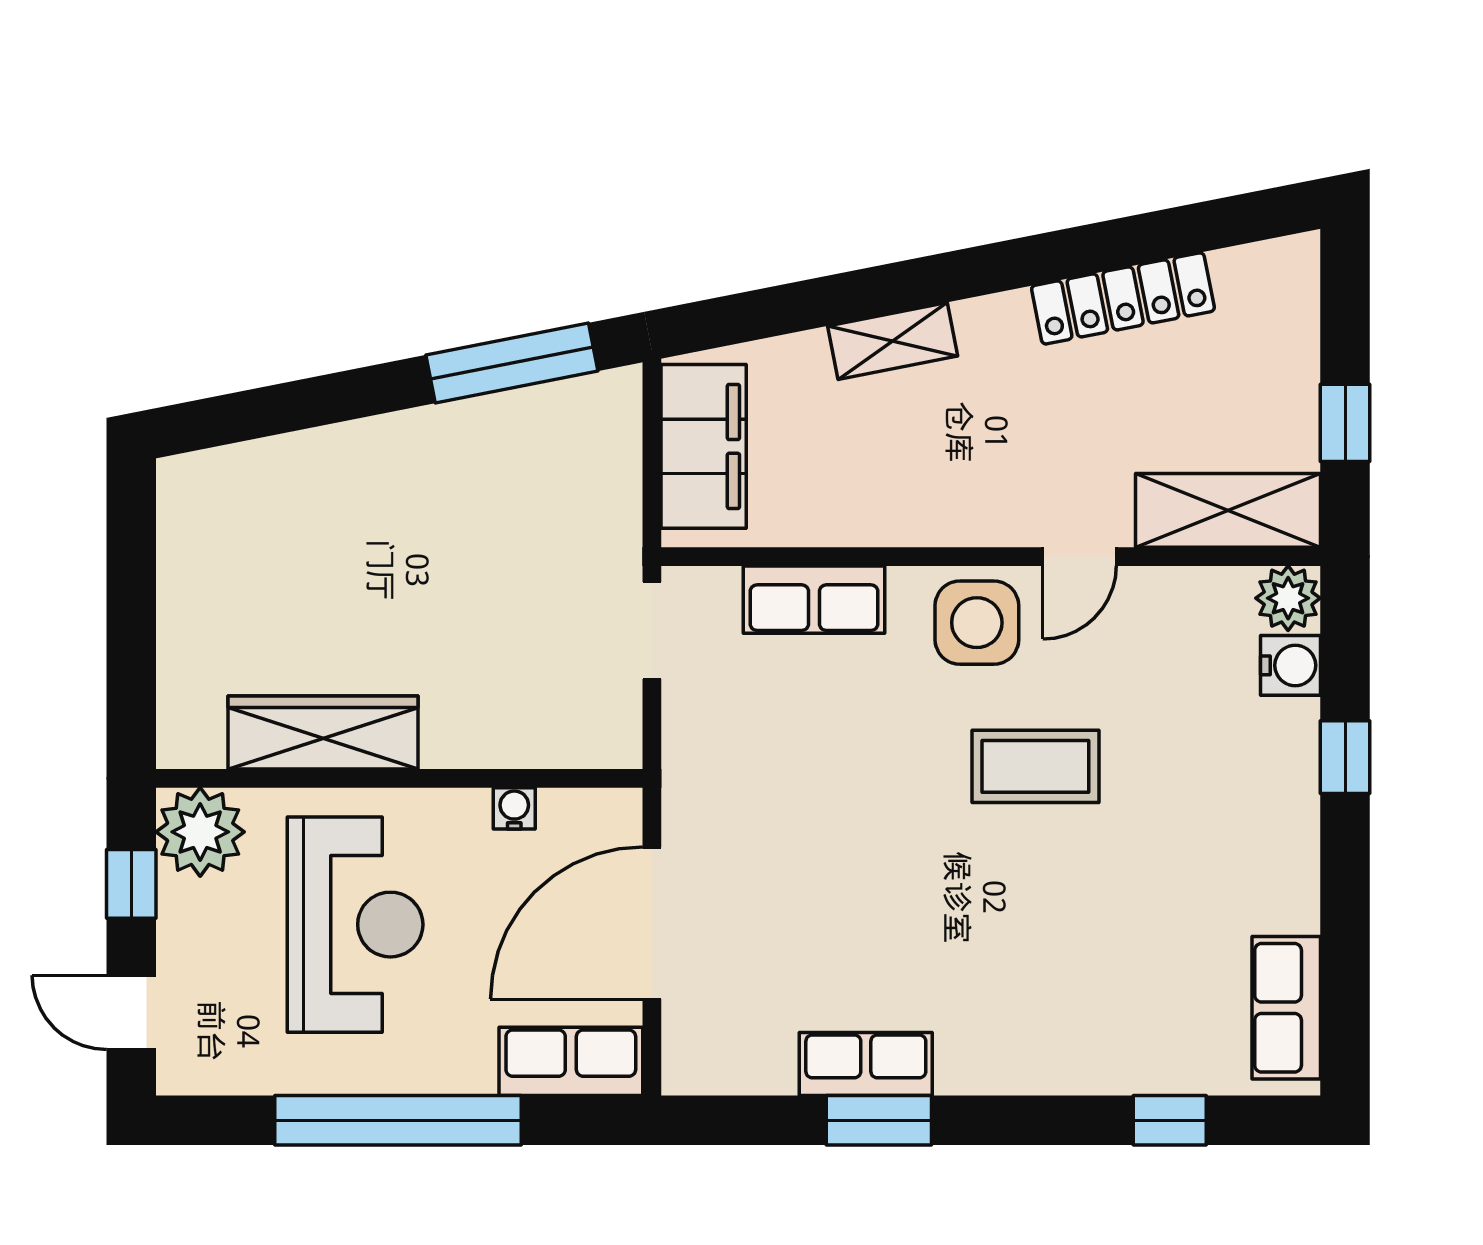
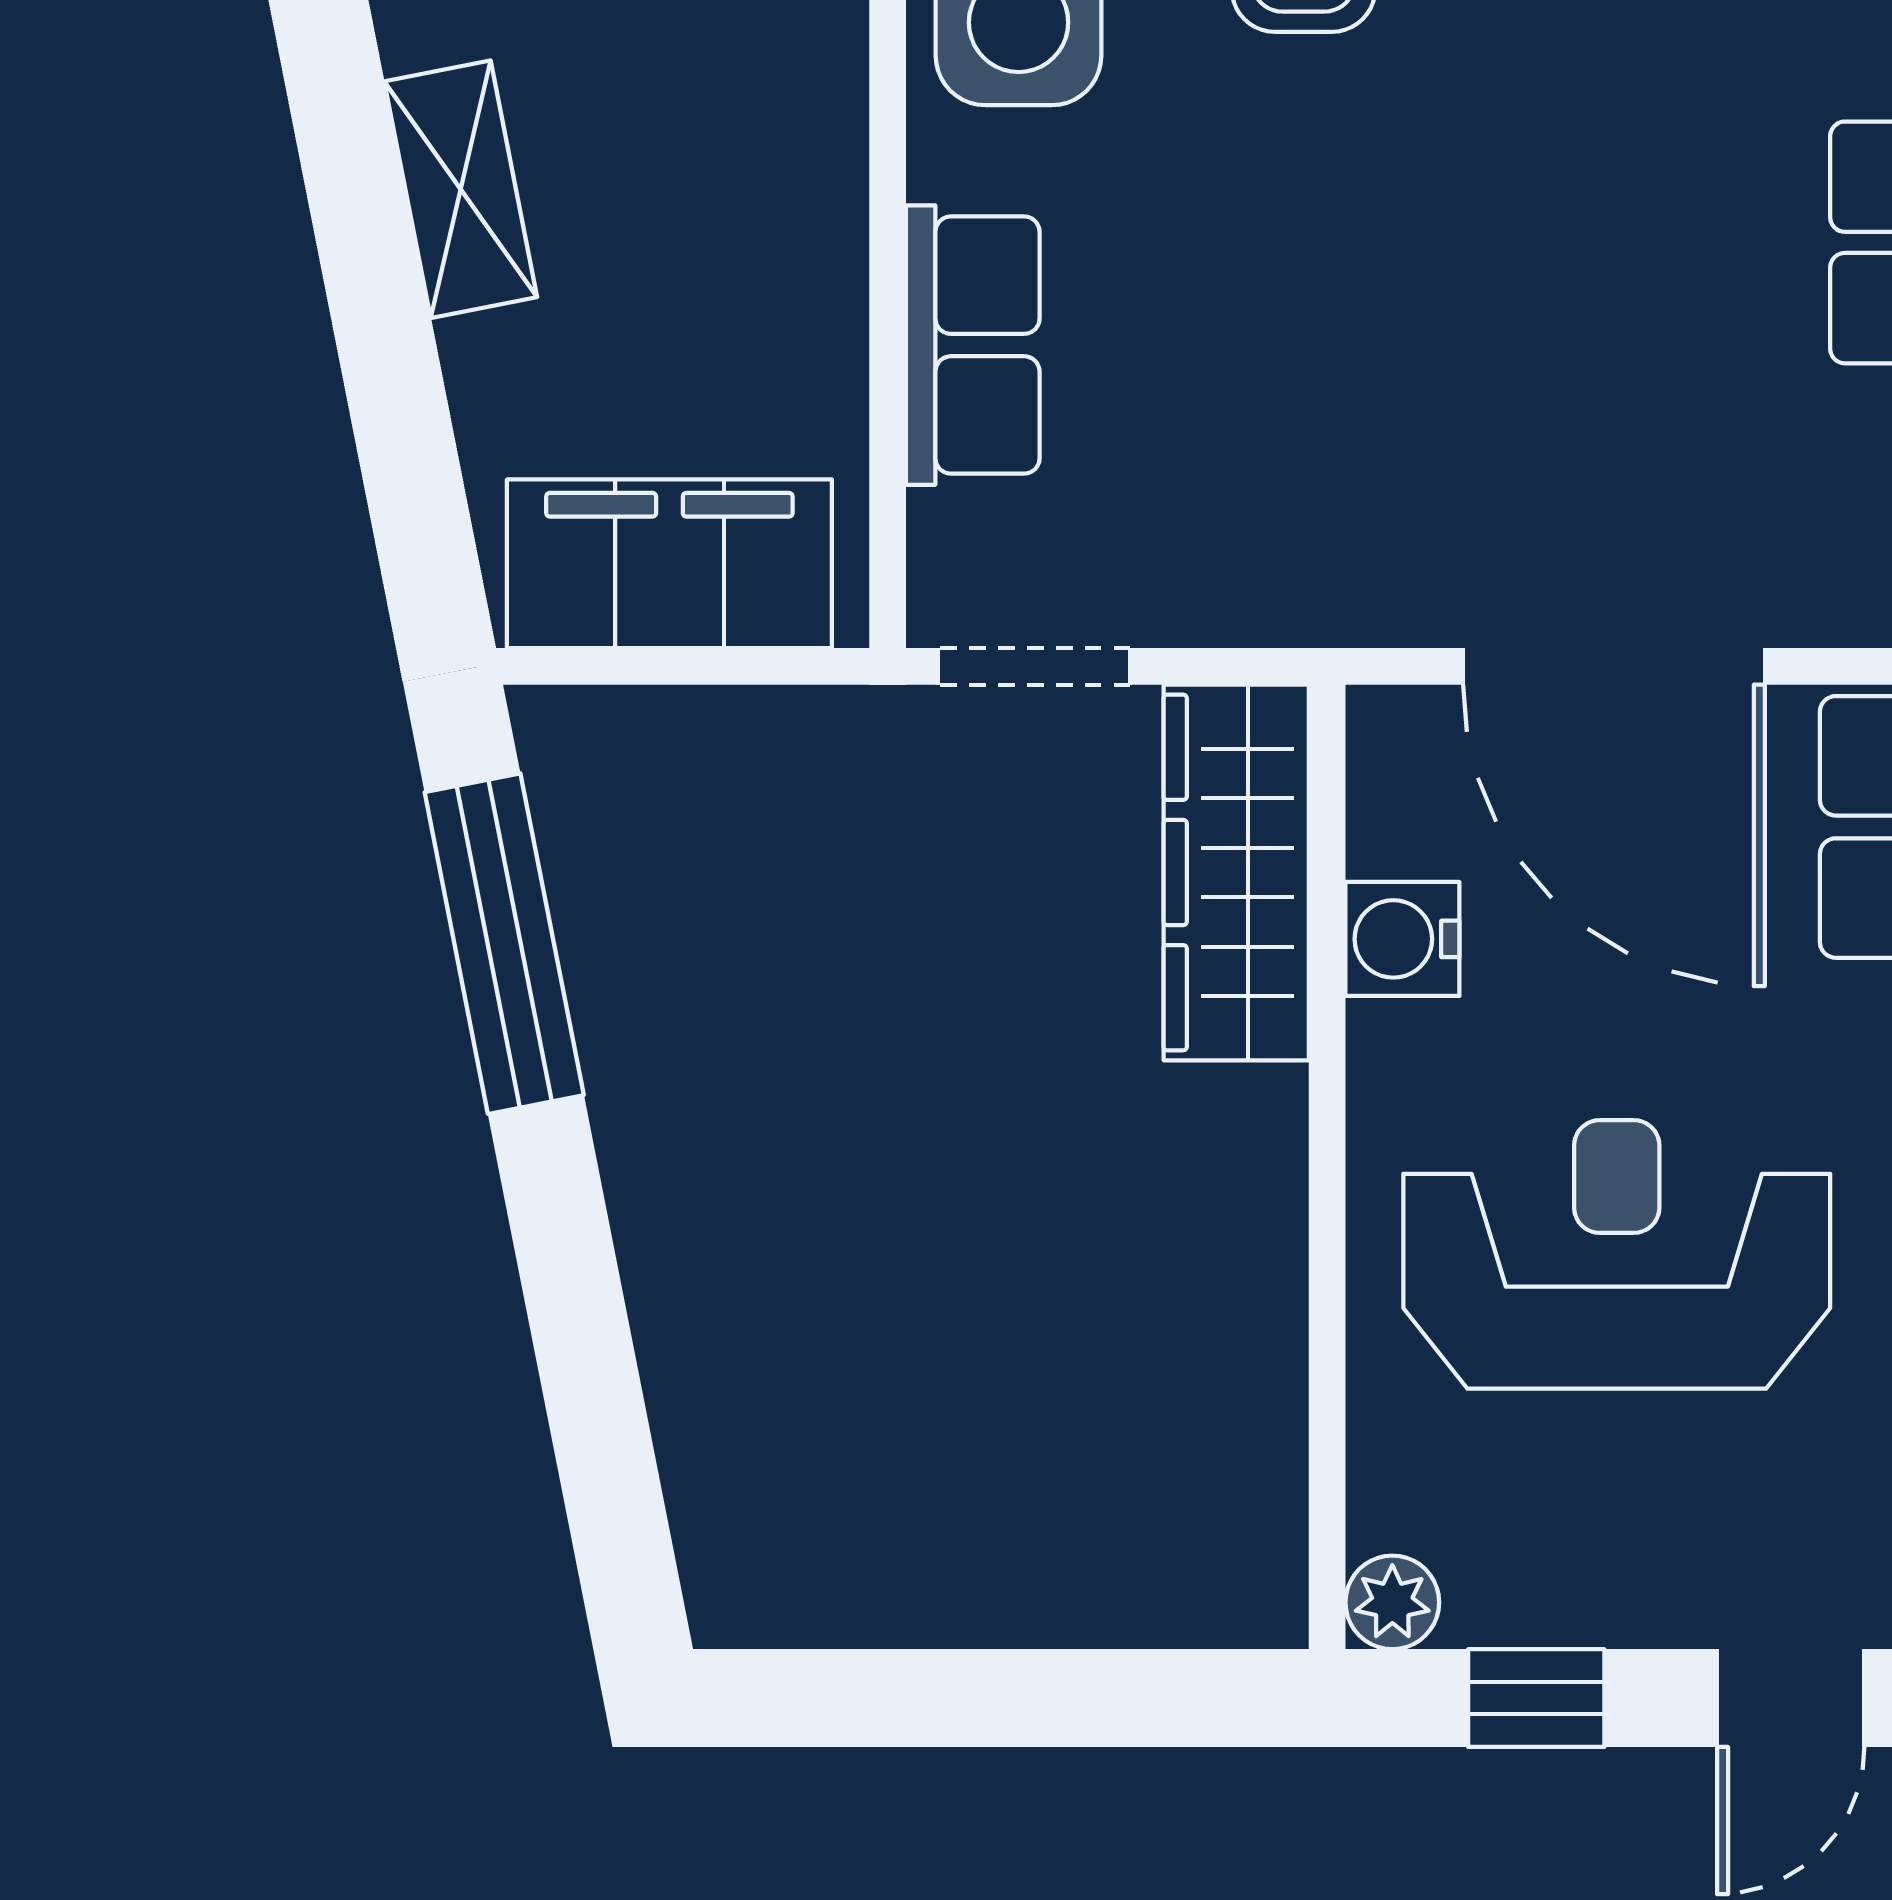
wardrobe: (323, 732) -> (1236, 872), moved
water cooler: (514, 808) -> (1402, 939), width x1.38, depth x1.38
plant: (200, 832) -> (1392, 1602), width x0.53, depth x0.53

